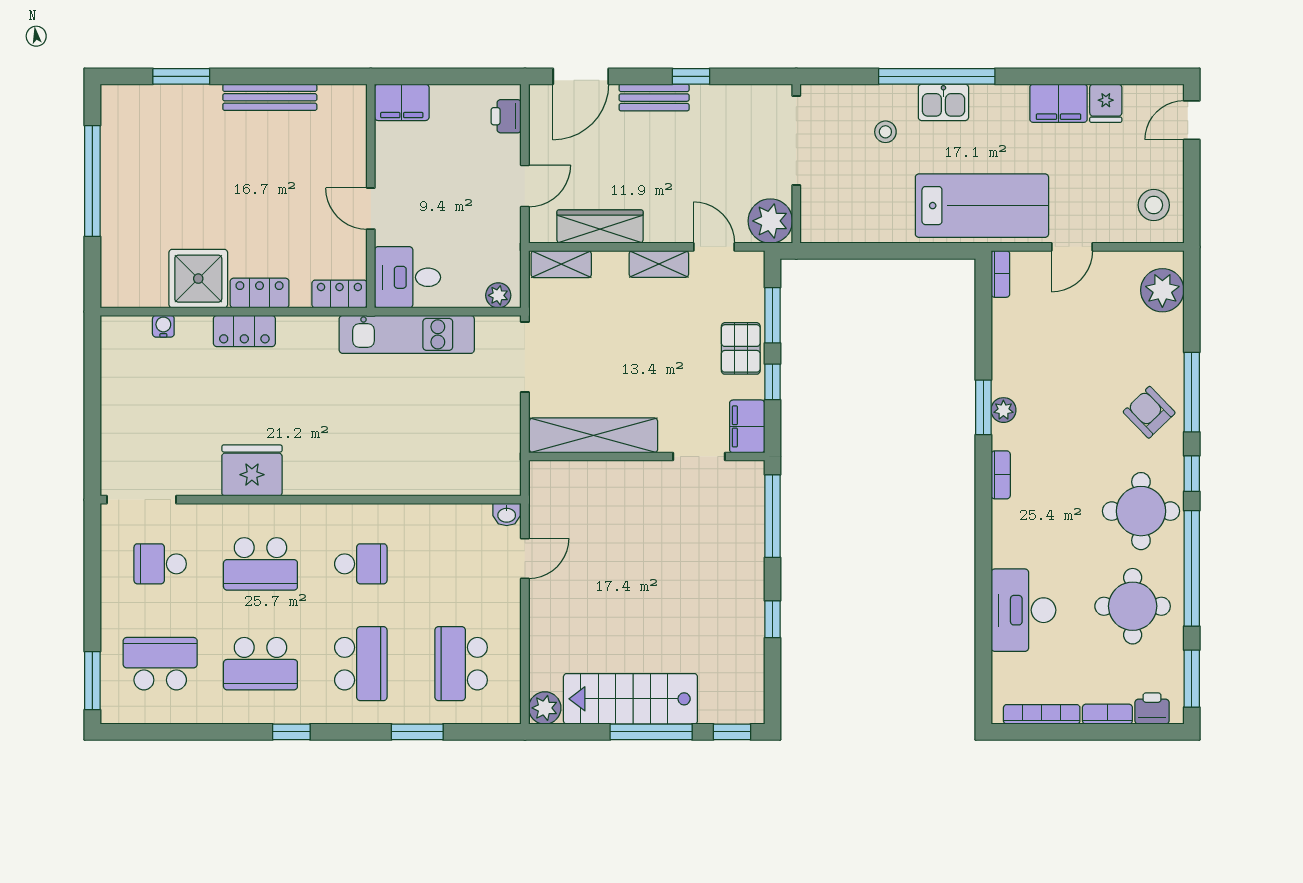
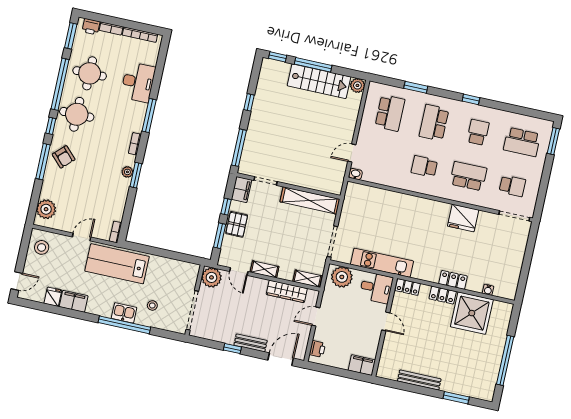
shower: (198, 279) -> (472, 313), width x1.37, depth x1.37
plant: (498, 295) -> (342, 277), width x1.87, depth x1.87
window: (983, 543) -> (149, 116), added
school desk: (260, 664) -> (478, 132), width x0.54

